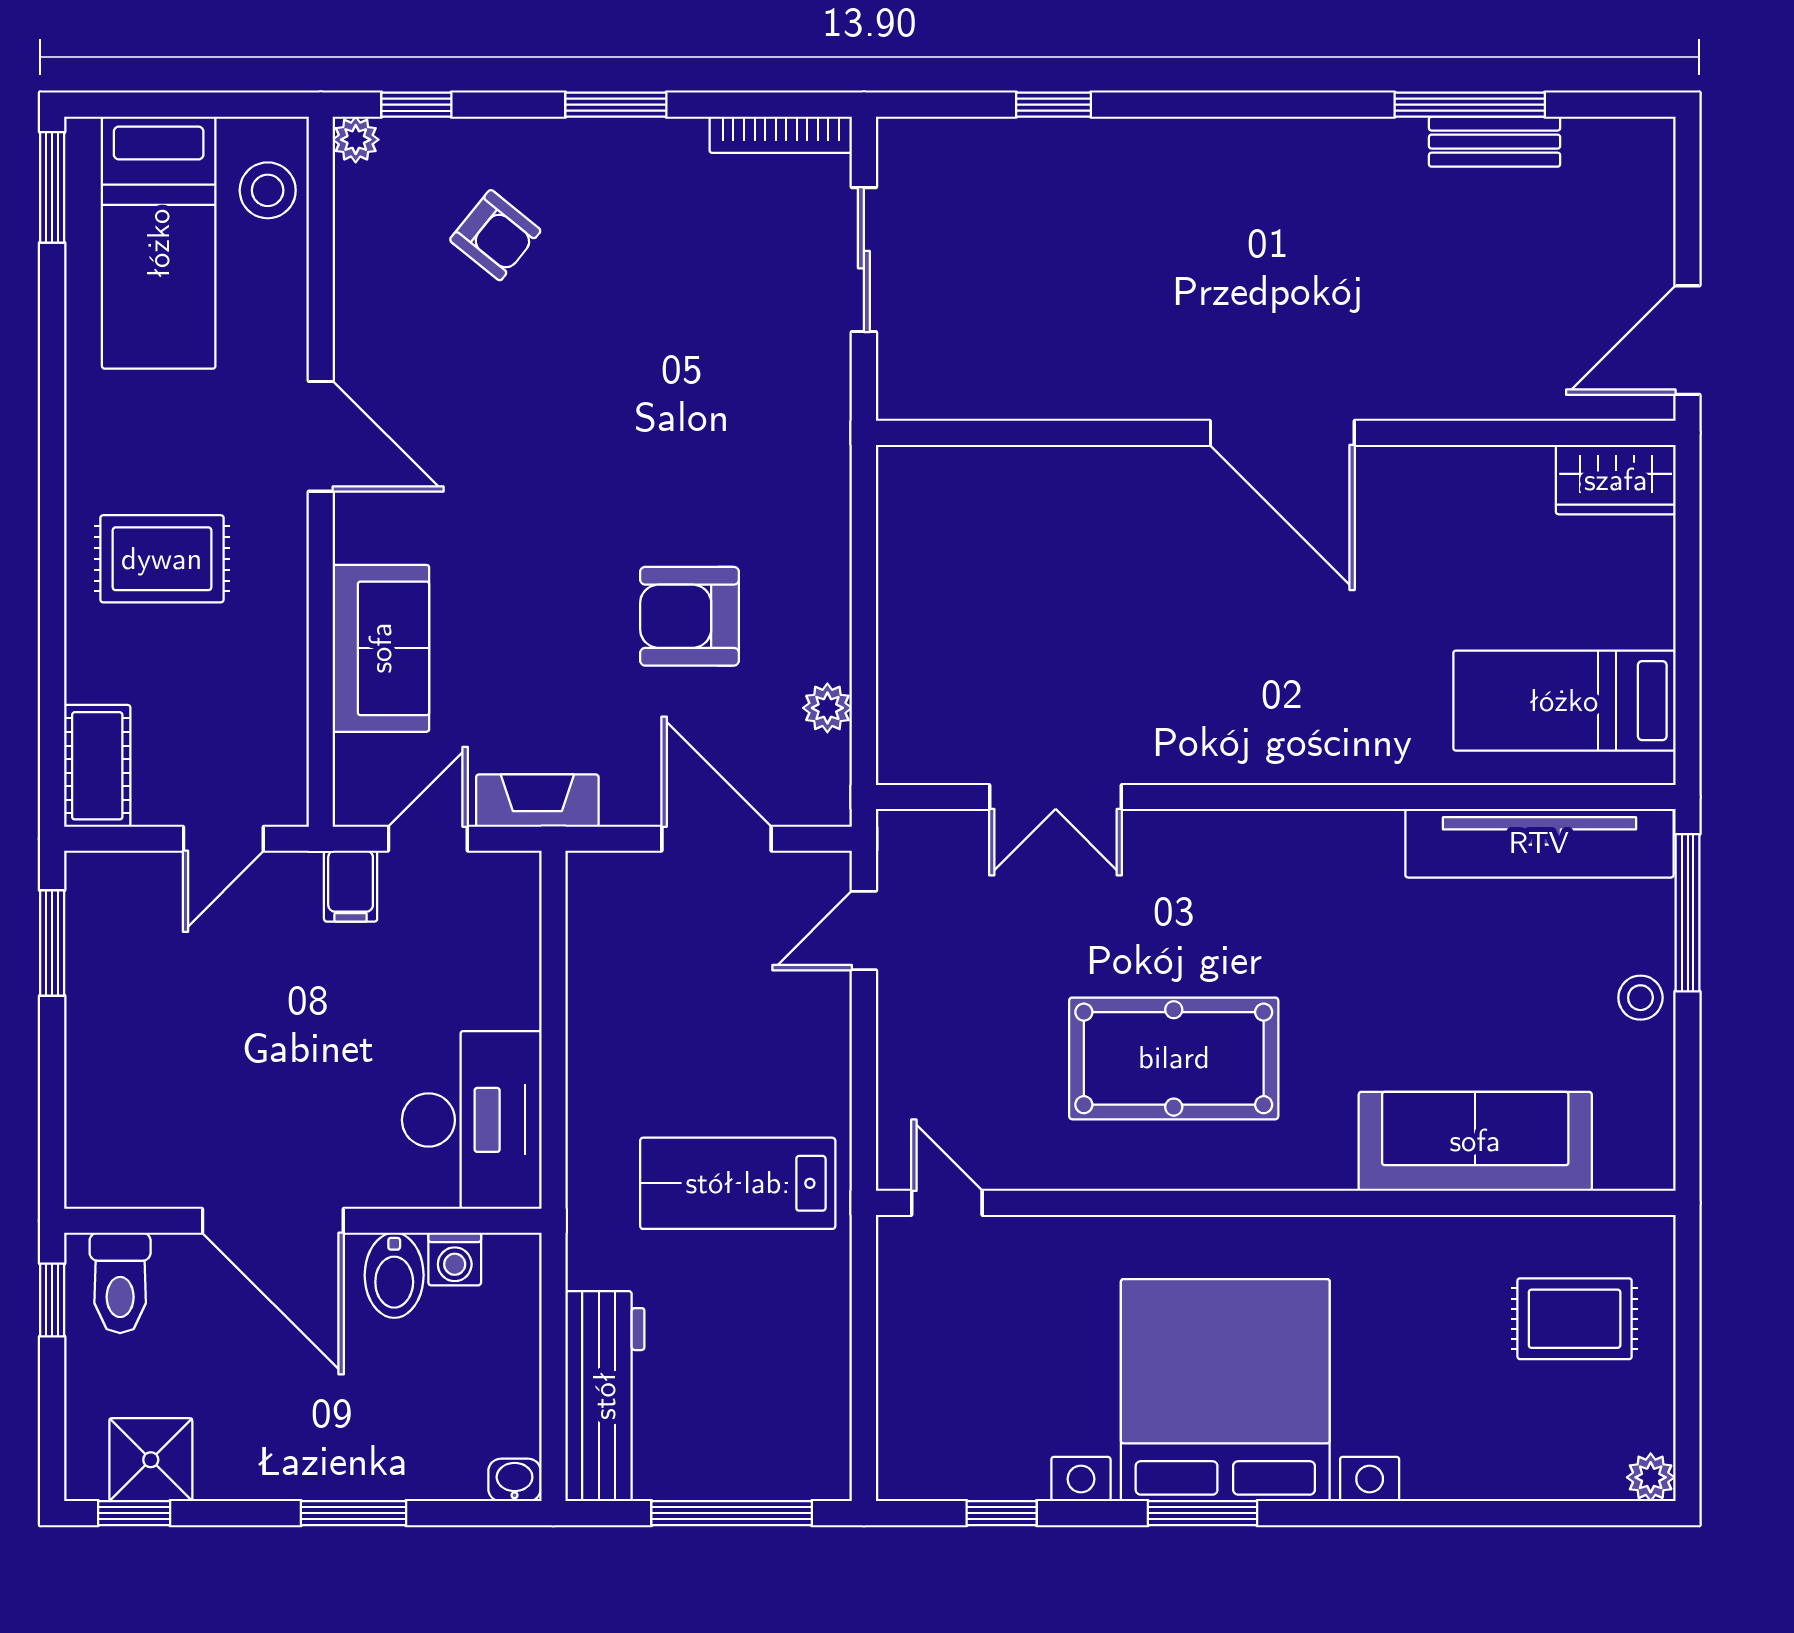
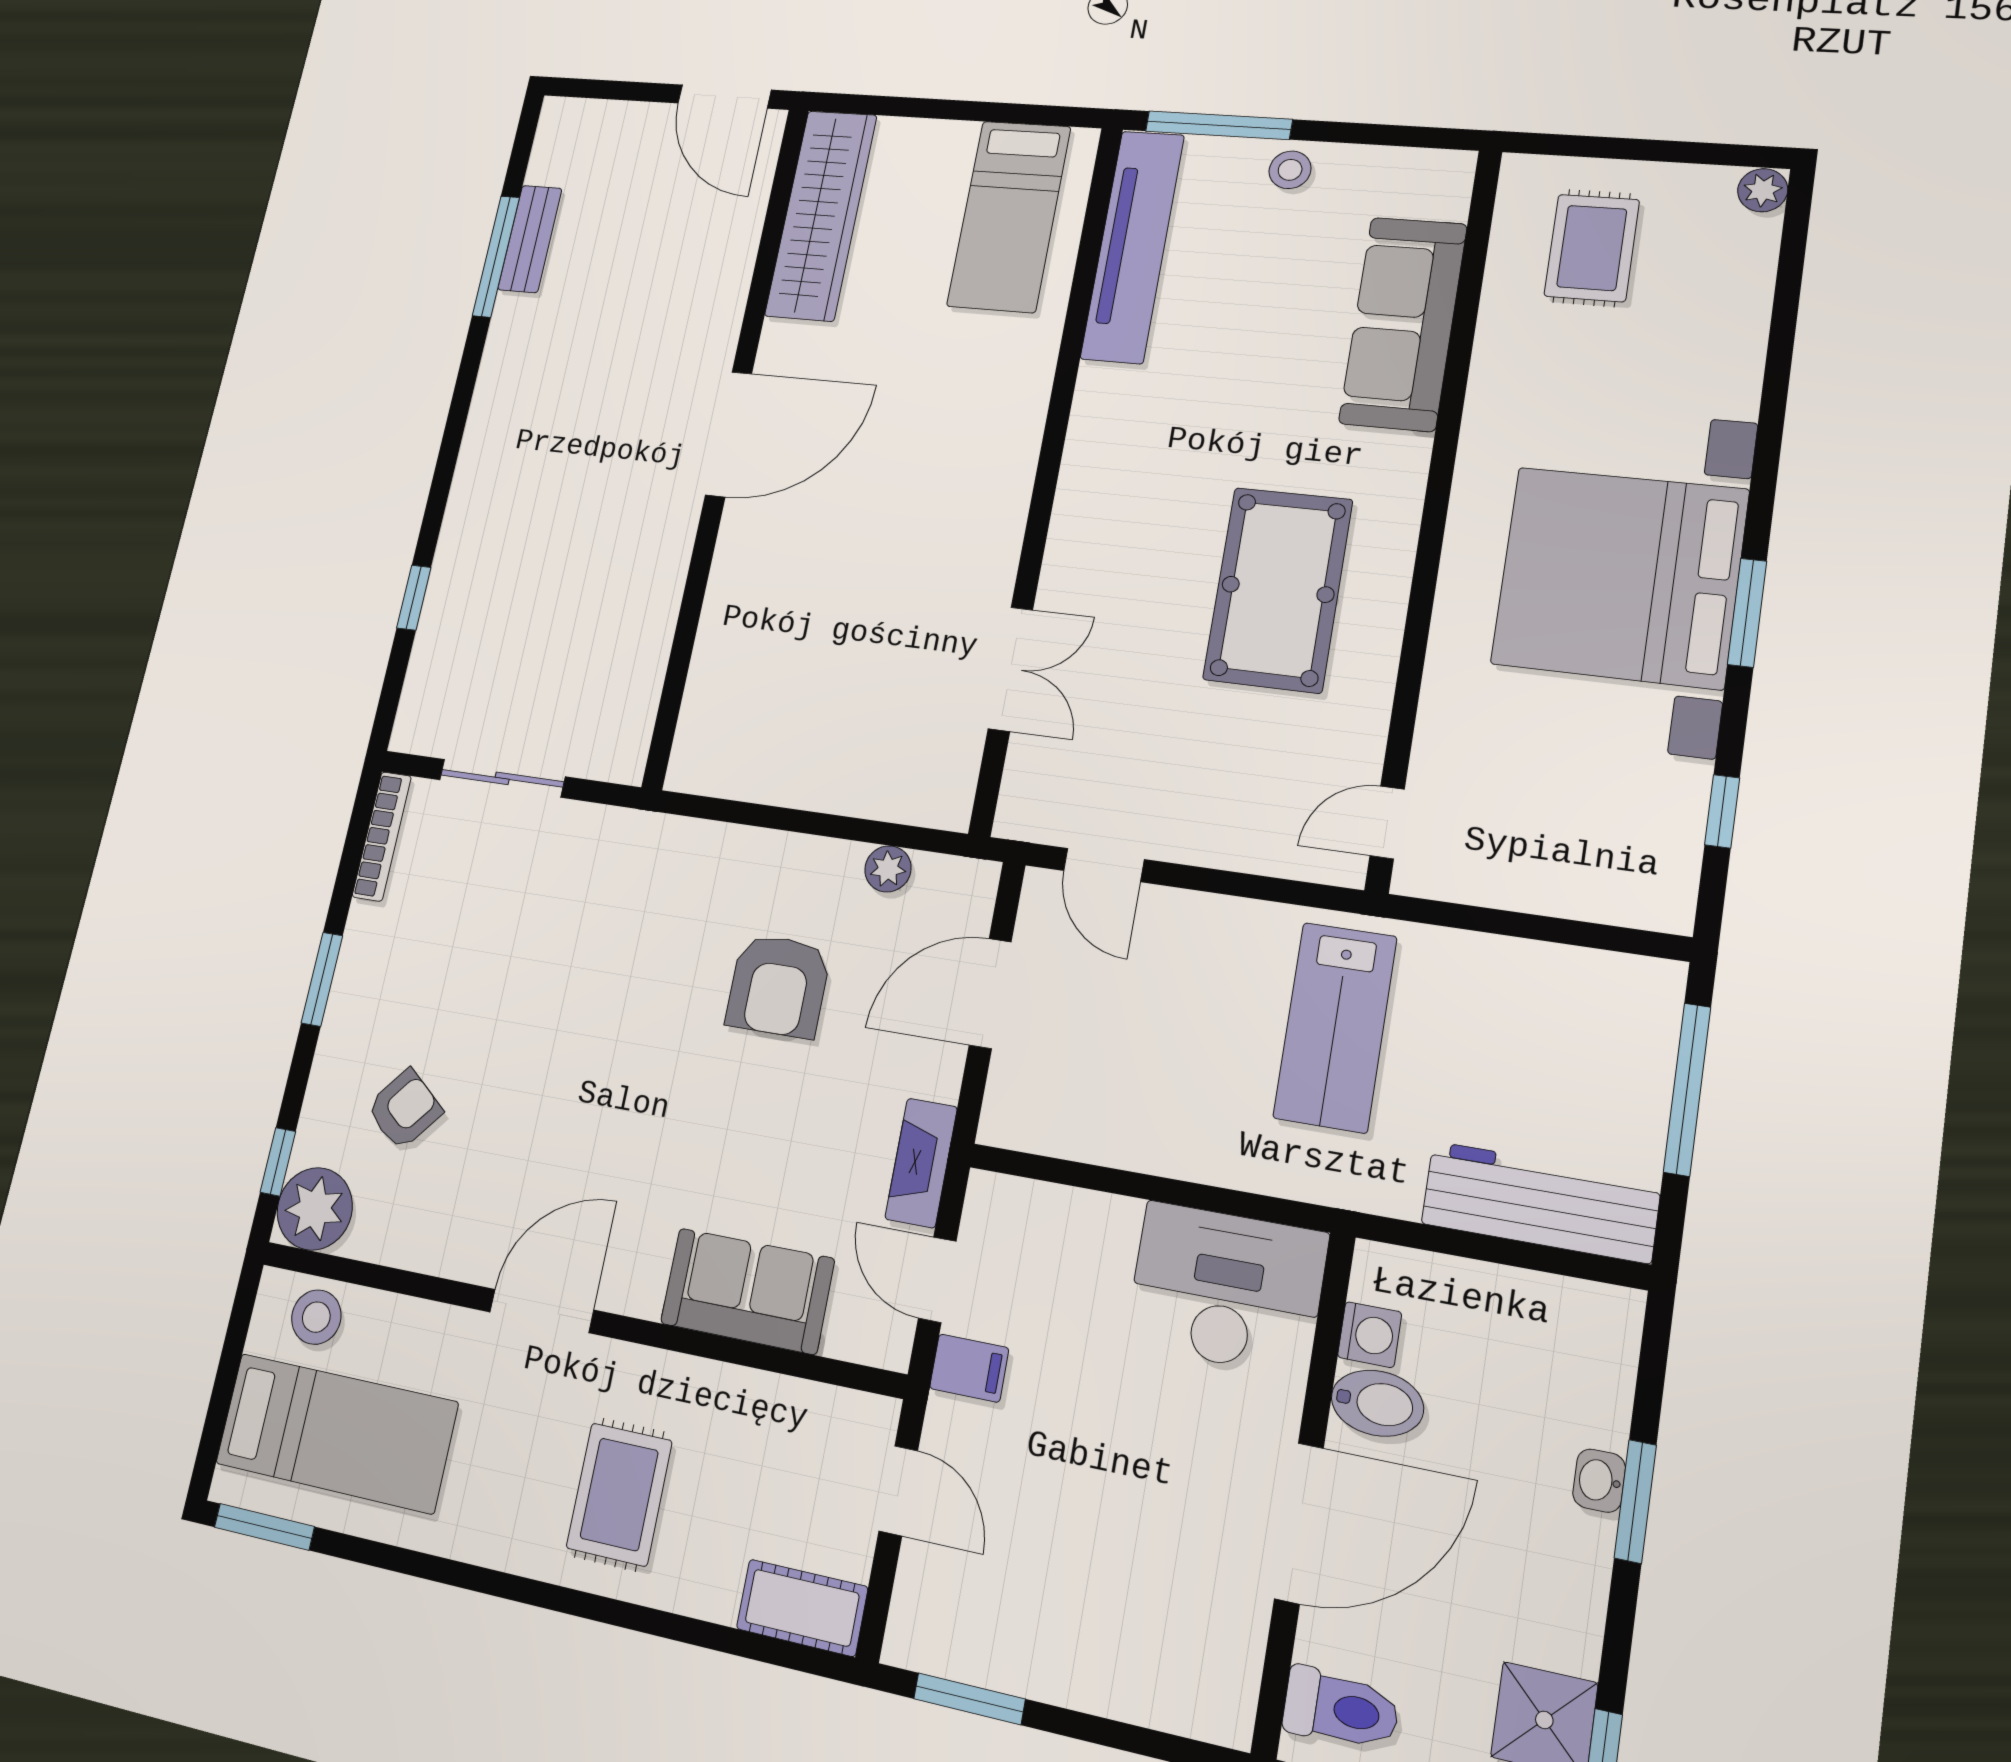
plant: (356, 140) -> (315, 1209), width x1.88, depth x1.88
wardrobe: (1616, 480) -> (821, 215), width x2.10, depth x1.17
washbasin: (515, 1480) -> (1599, 1481), moved

